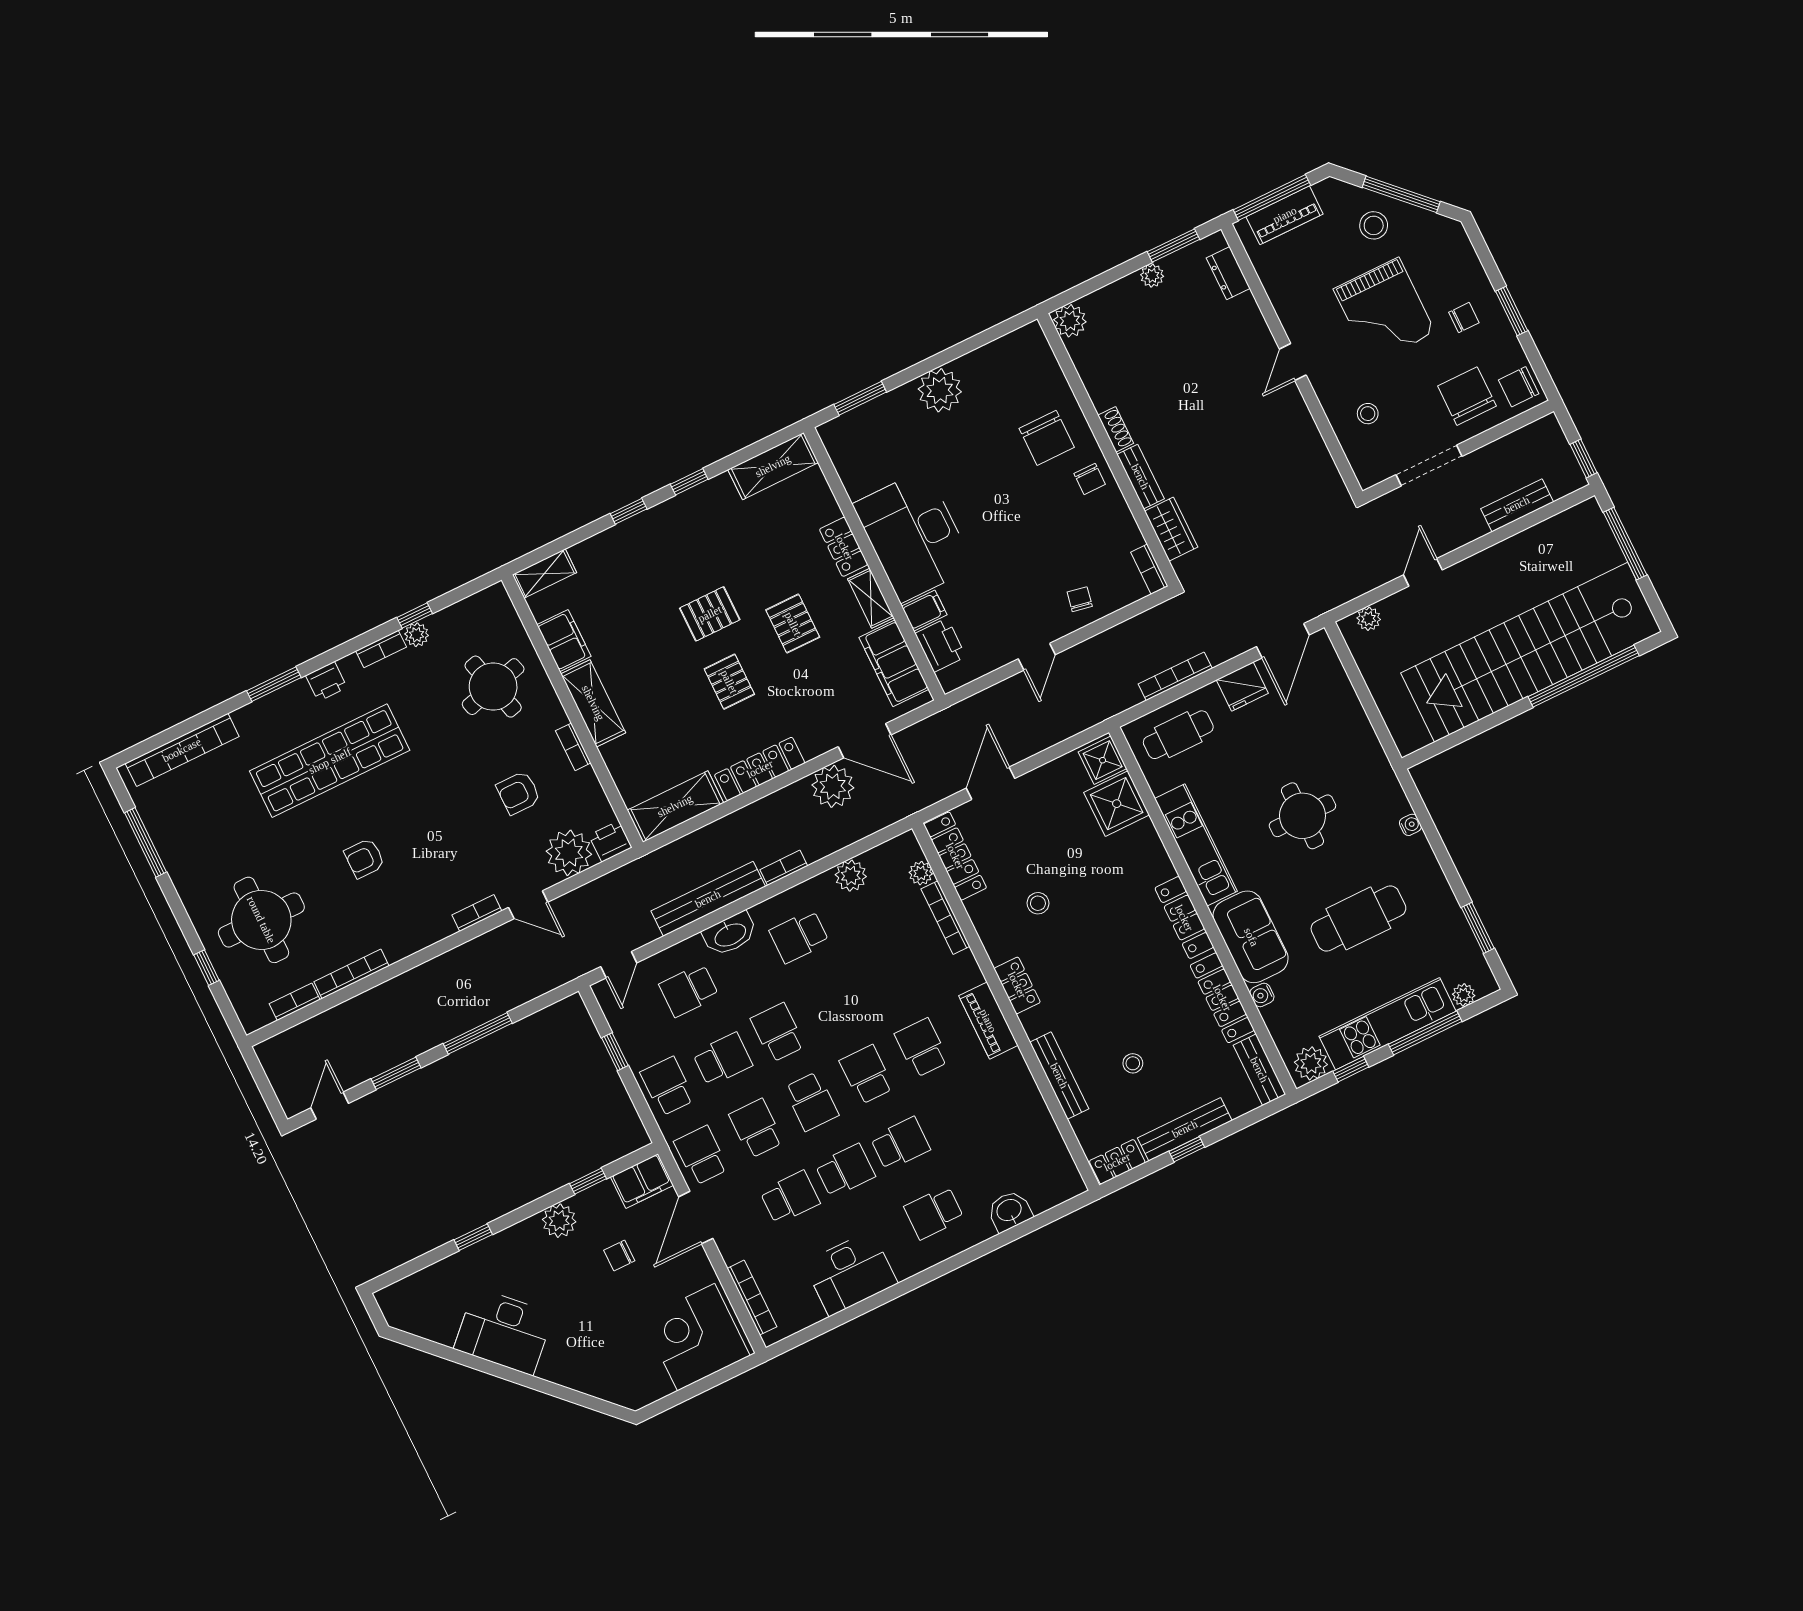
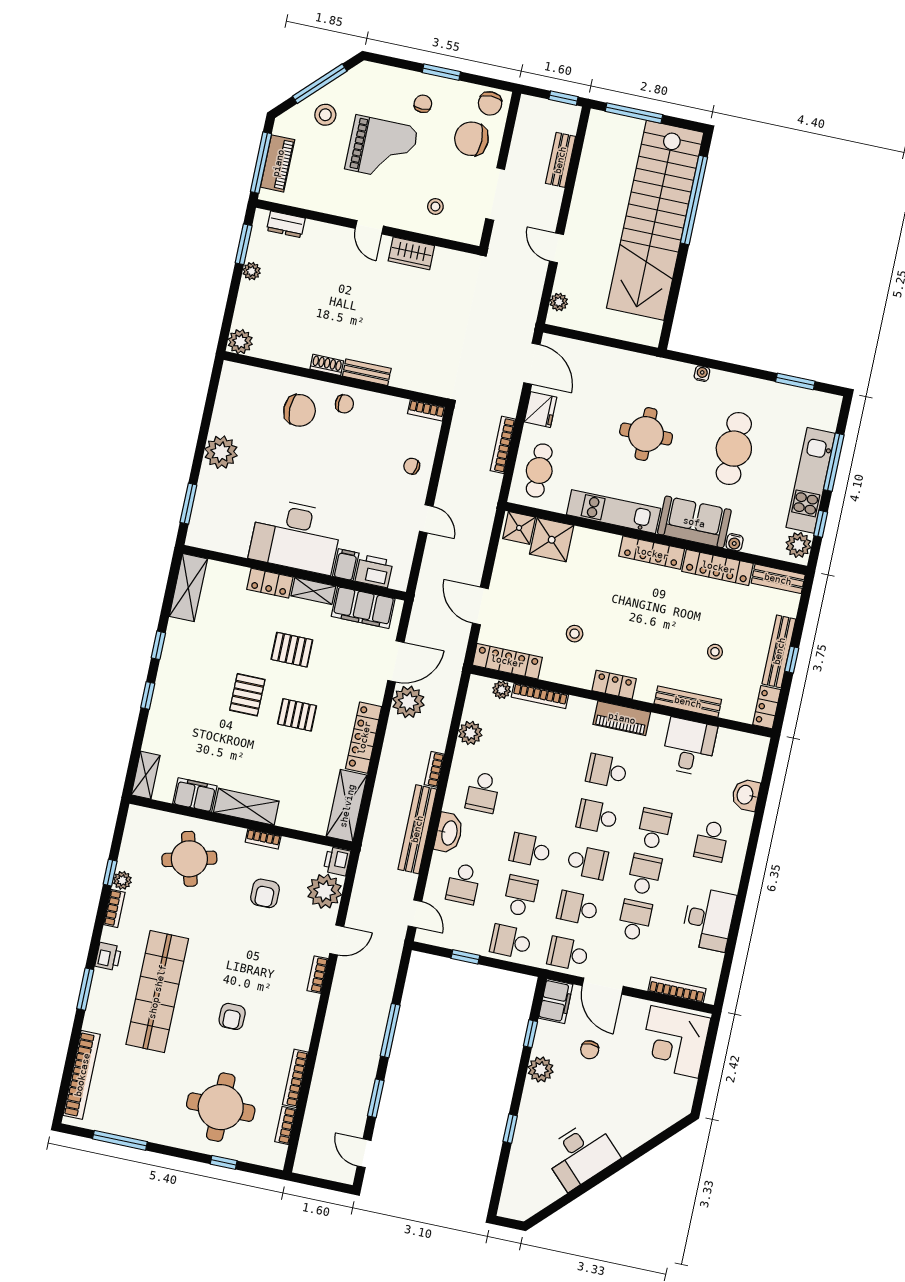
wardrobe: (1171, 529) -> (411, 253), moved, turned 180
plant: (1464, 995) -> (829, 421), removed
desk: (1013, 1114) -> (689, 747), added

